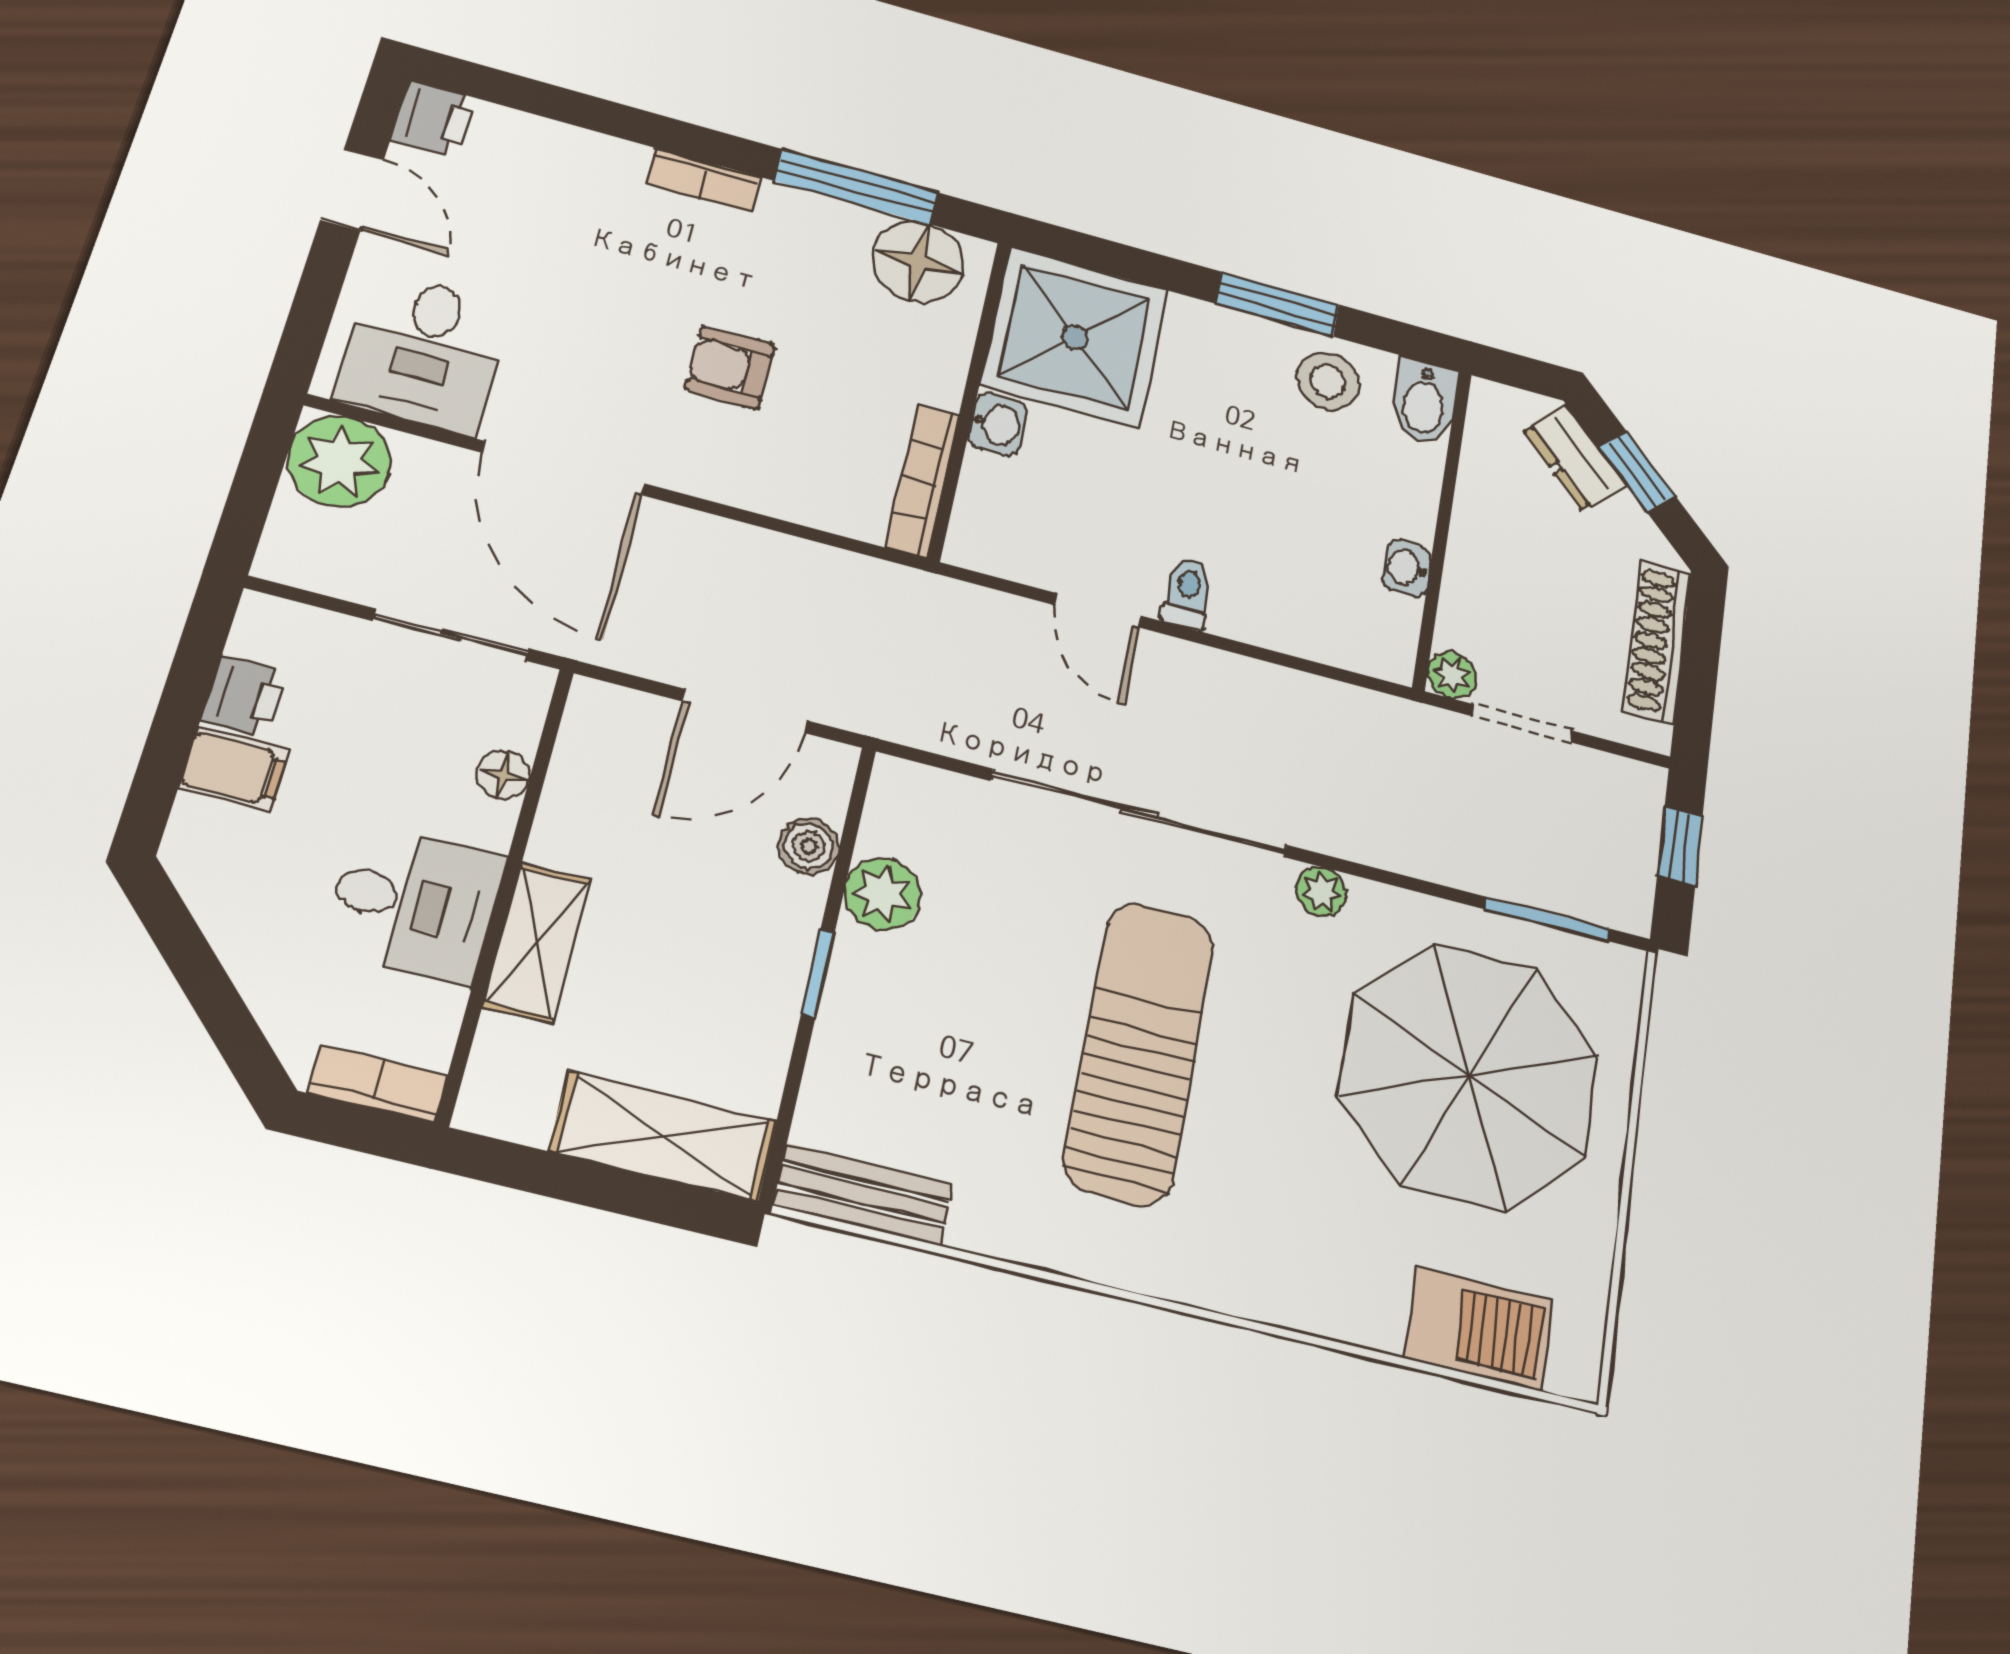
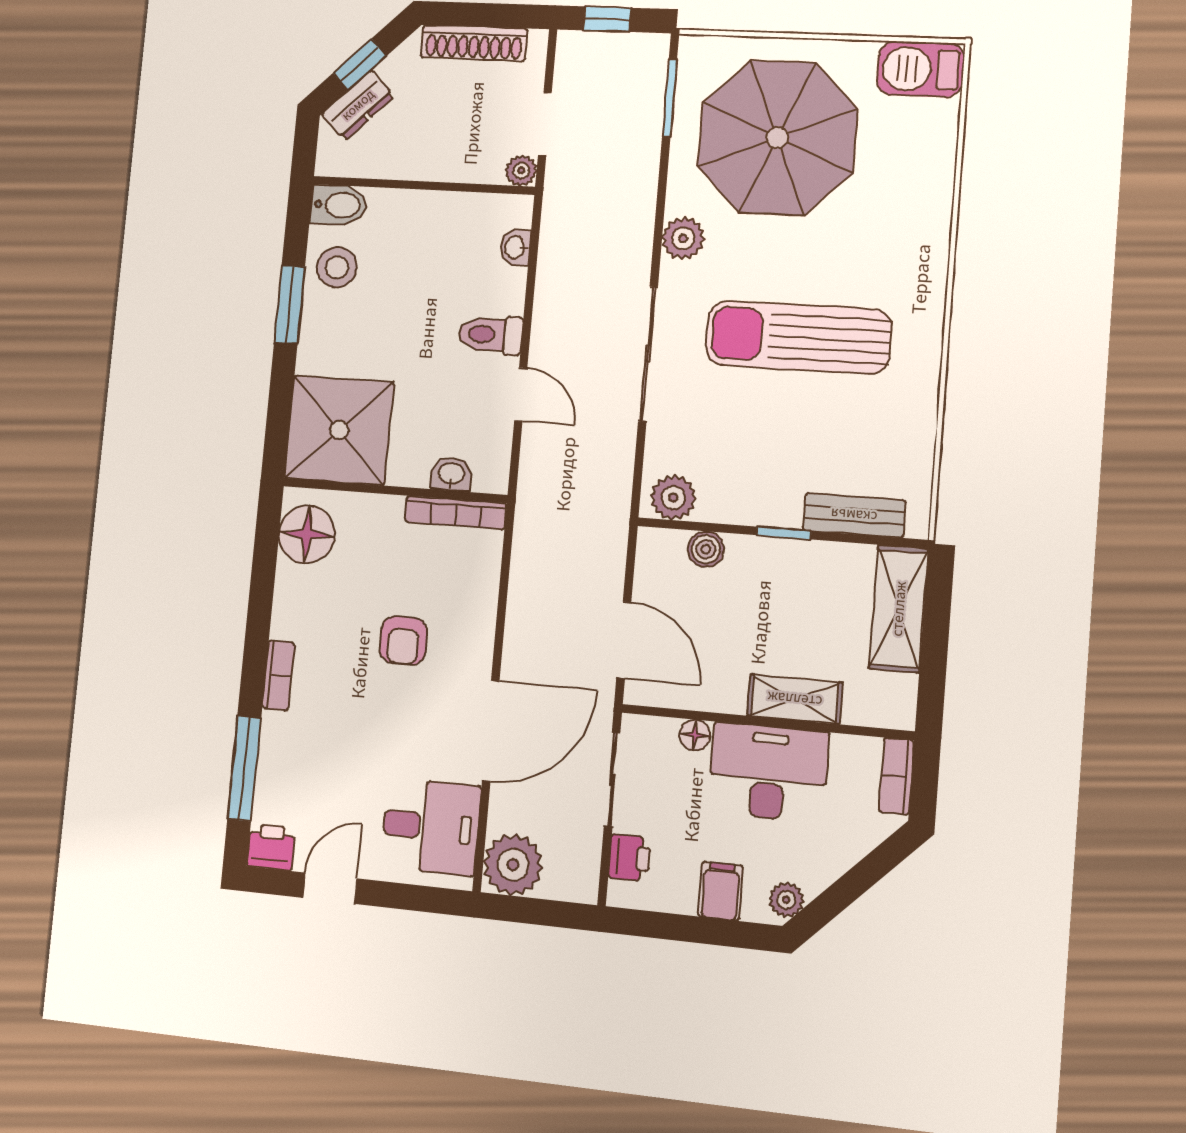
window: (857, 187) -> (244, 768), moved
washbasin: (997, 424) -> (451, 474), moved
washbasin: (1407, 568) -> (515, 247), moved, turned 90
toilet: (1187, 593) -> (490, 335), width x1.37, depth x1.39
door: (1098, 610) -> (521, 394), hinge flipped
printer: (244, 697) -> (630, 858), moved, turned 90
door: (745, 711) -> (624, 640), moved
sliding door: (1140, 813) -> (648, 354), width x0.73
plant: (199, 870) -> (786, 900), added
plant: (1322, 891) -> (683, 238), width x1.38, depth x1.38
plant: (883, 894) -> (673, 498), moved
desk: (414, 903) -> (768, 772), width x1.37
bench: (863, 1195) -> (854, 515), moved, turned 90
barbecue: (1479, 1329) -> (920, 69), moved, turned -90

